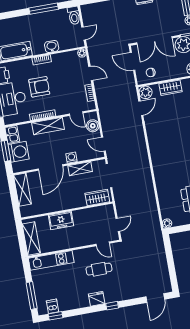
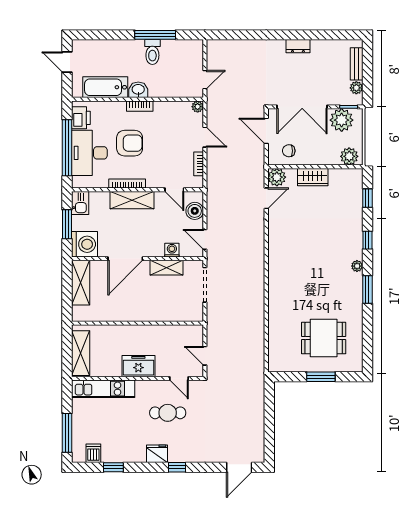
toilet: (74, 15) -> (152, 52), moved
washbasin: (52, 46) -> (138, 90), moved
washing machine: (19, 152) -> (85, 244), moved
washing machine: (71, 158) -> (172, 250), moved
wardrobe: (97, 197) -> (183, 312), removed
freezer: (61, 220) -> (138, 366), moved, turned 180
plant: (167, 223) -> (274, 366), removed
door: (118, 225) -> (205, 356), swing flipped
window: (56, 316) -> (113, 467), moved

